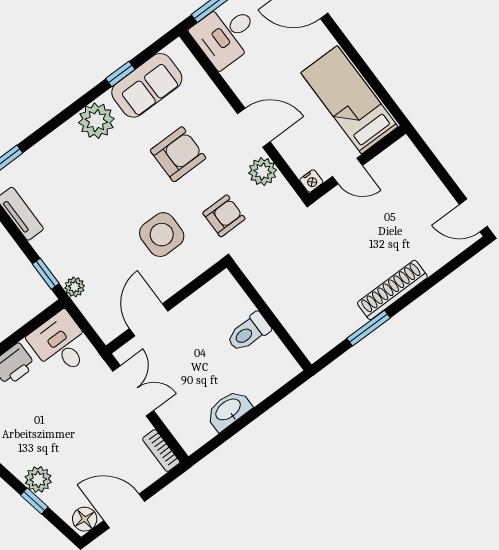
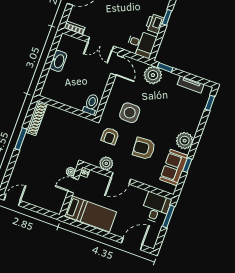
armchair: (178, 154) -> (144, 148), turned 86
plant: (336, 198) -> (71, 172), added
plant: (75, 287) -> (153, 75), width x1.88, depth x1.88
shoe rack: (392, 290) -> (37, 118), moved
door: (149, 320) -> (117, 65), moved
window: (368, 328) -> (21, 139), moved
toilet: (249, 332) -> (91, 104), moved

